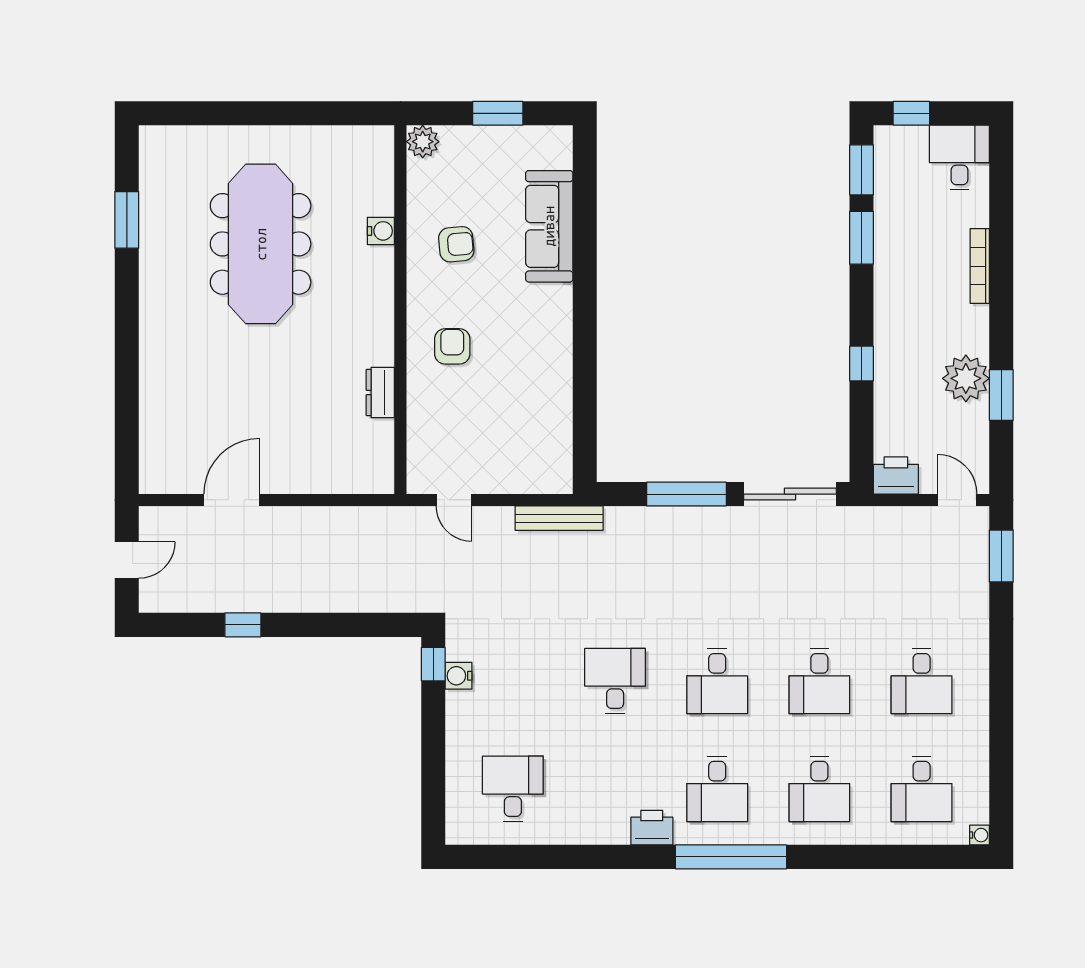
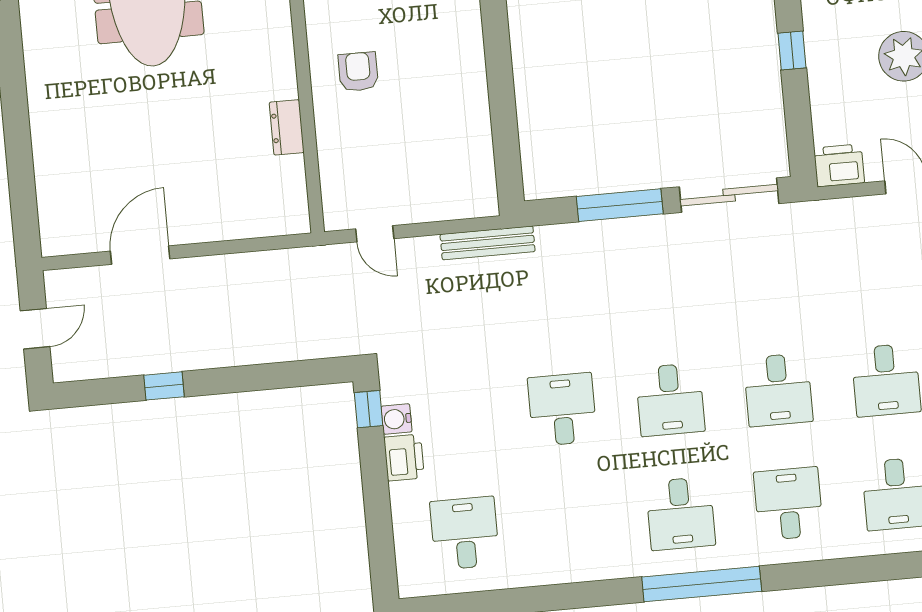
desk: (819, 789) -> (788, 504), turned 180
printer: (652, 828) -> (404, 458), moved, turned 90

